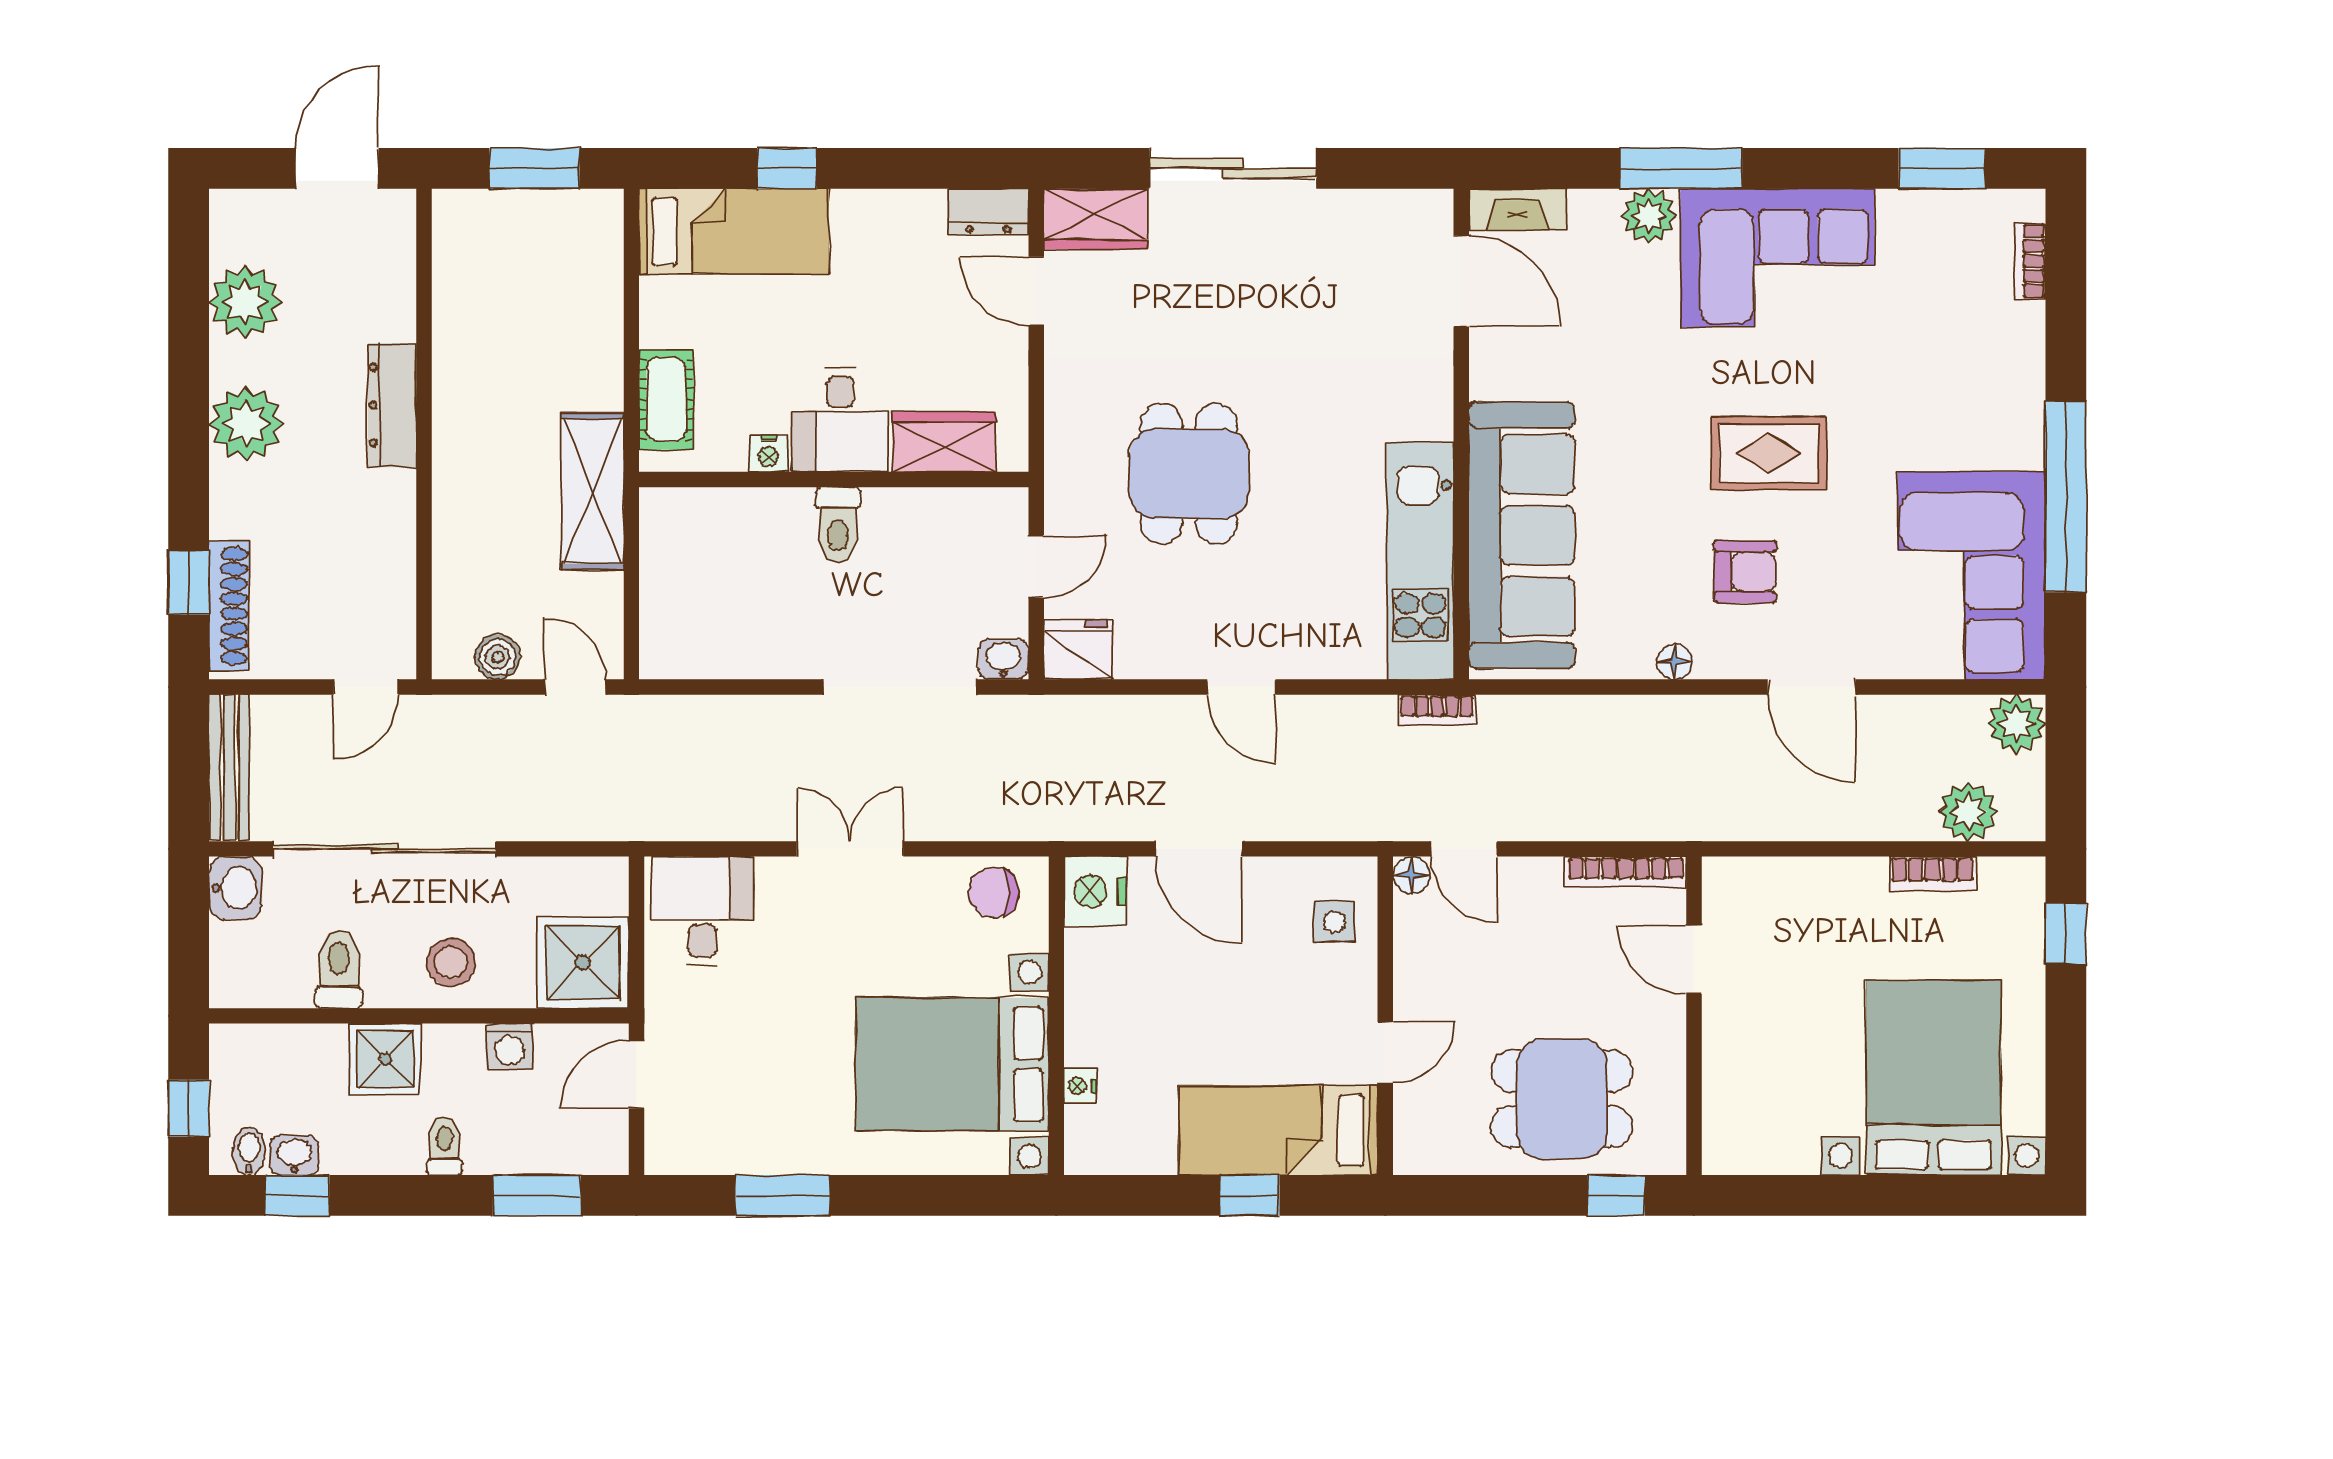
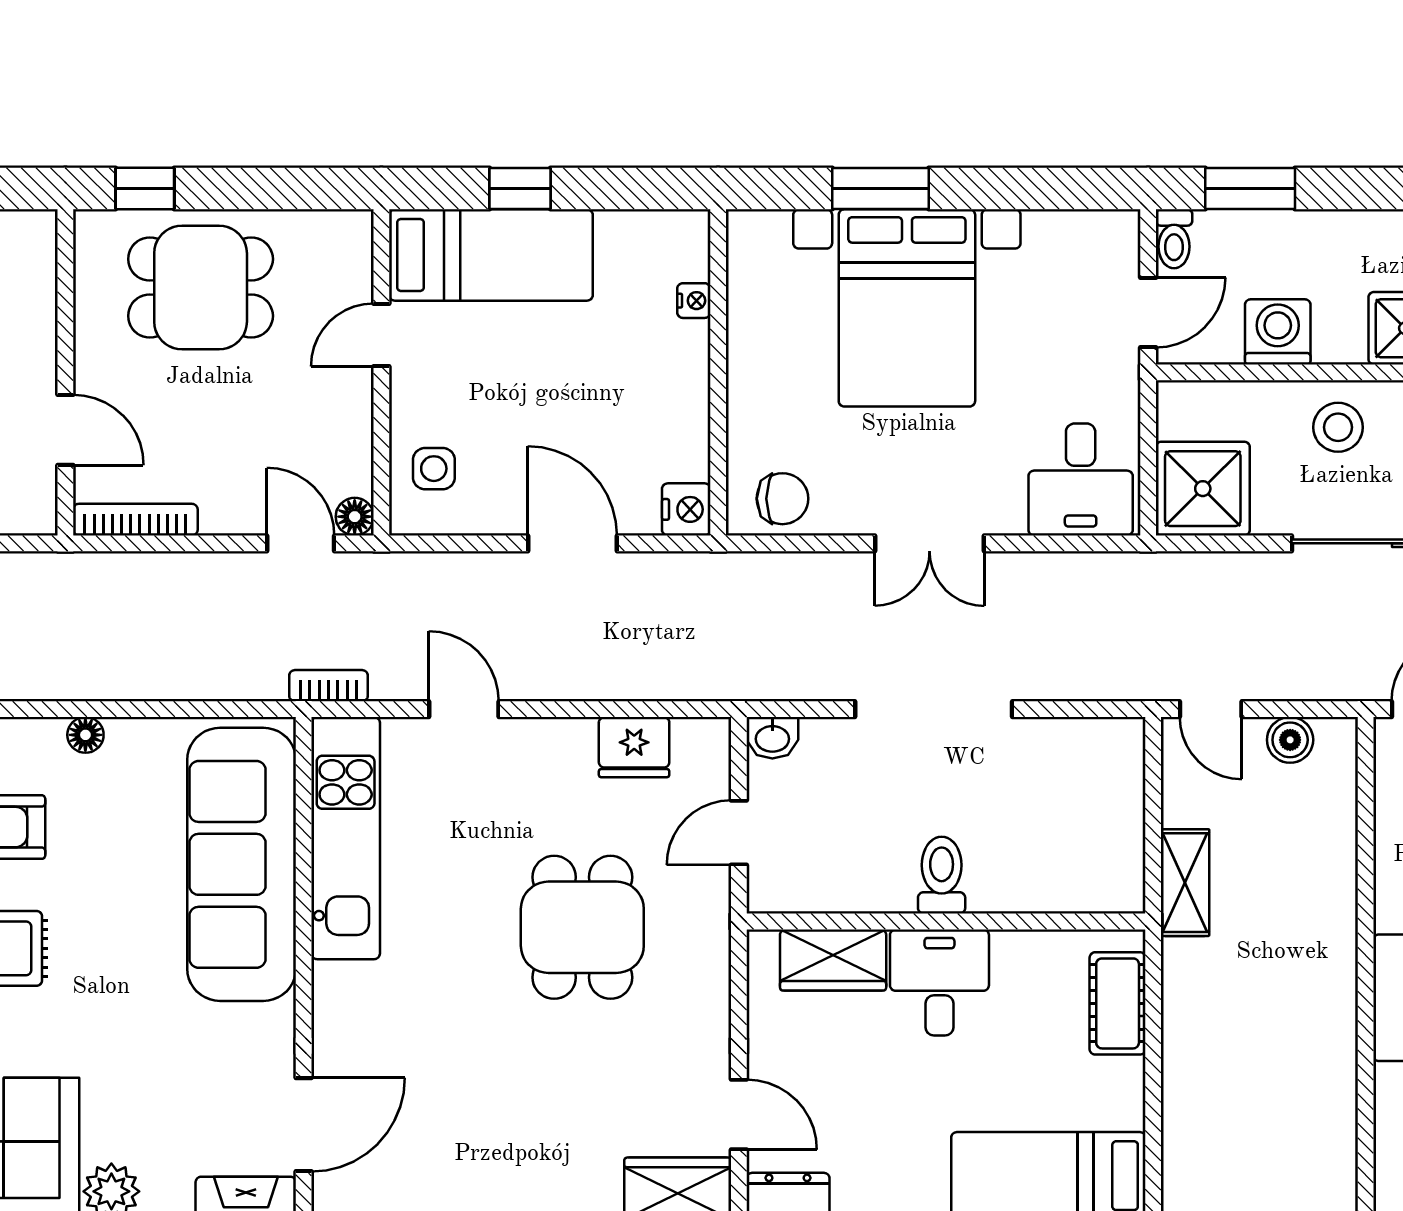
door: (1461, 281) -> (304, 1125), swing flipped
nightstand: (769, 454) -> (1013, 948), removed
shelving: (592, 491) -> (1185, 883), width x0.67, depth x0.75
fridge: (1078, 650) -> (634, 747), moved
doorway: (900, 687) -> (934, 709), moved
door: (1241, 687) -> (464, 709), moved
nightstand: (1095, 891) -> (686, 509), width x0.74, depth x0.75
shower: (583, 962) -> (1203, 489), moved
washing machine: (510, 1047) -> (1278, 332), width x1.38, depth x1.38
bed with nightstands: (952, 1064) -> (907, 308), moved, turned 90
toilet: (444, 1146) -> (1174, 239), moved
window: (782, 1195) -> (881, 188), moved

